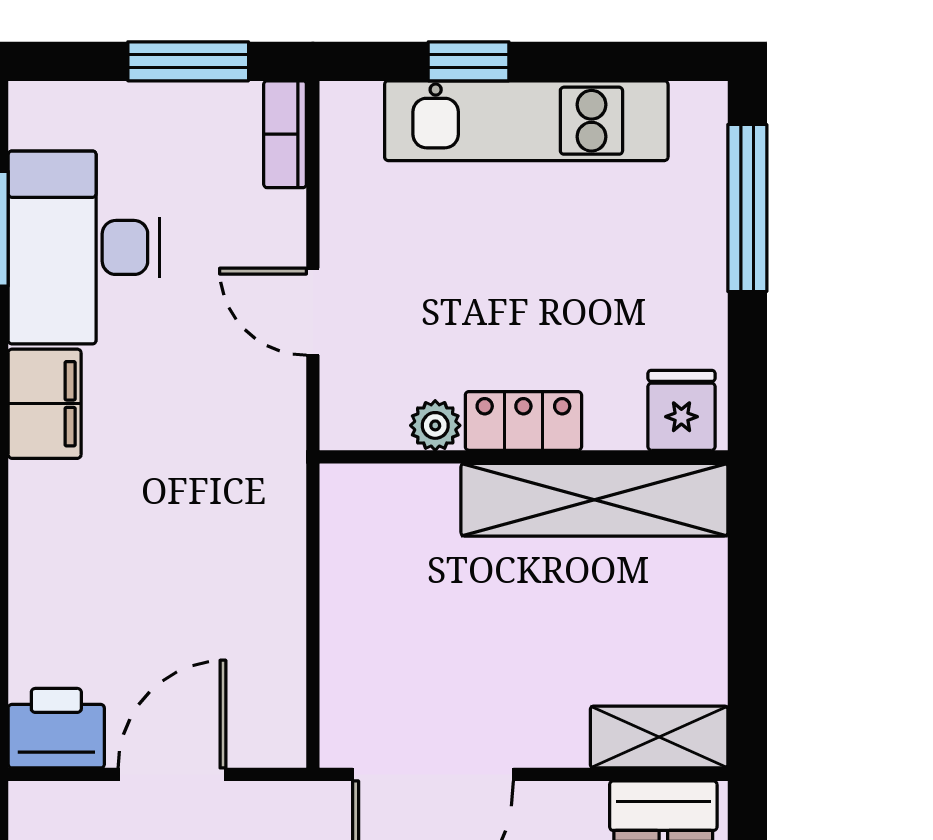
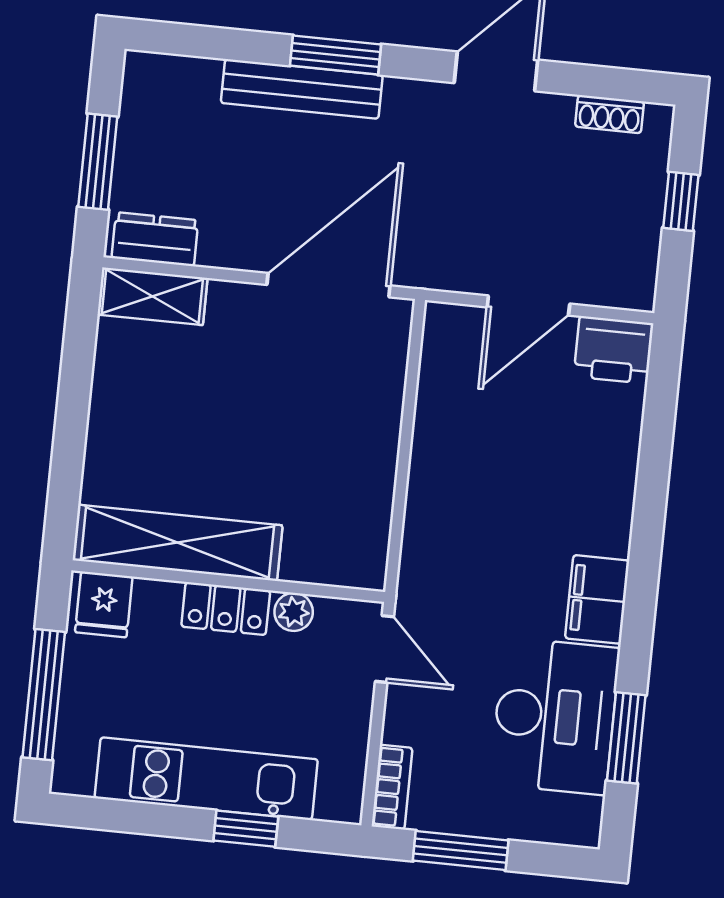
fridge: (681, 410) -> (104, 604), moved
locker: (523, 421) -> (226, 609), moved
plant: (435, 425) -> (294, 612), moved
wall: (524, 457) -> (228, 581), moved
shelving: (594, 500) -> (177, 543), moved

